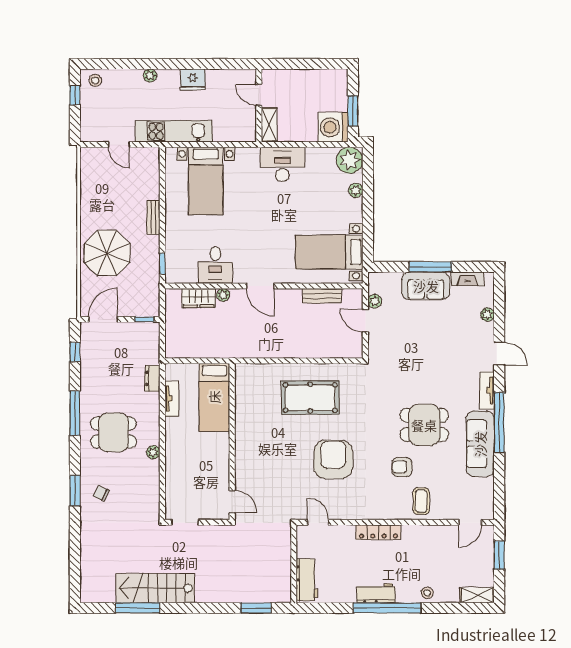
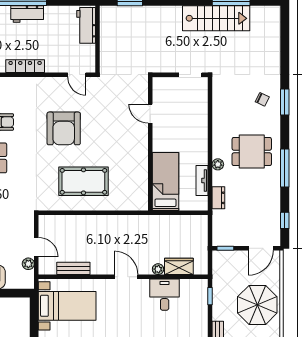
plant: (153, 452) -> (218, 164), moved
door: (232, 502) -> (150, 114), moved

